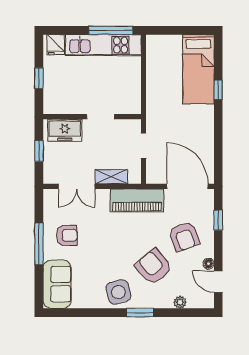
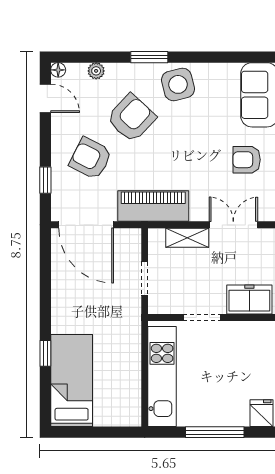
window: (111, 30) -> (215, 432), moved
kitchen unit: (103, 45) -> (162, 376), moved, turned 90
armchair: (184, 236) -> (91, 158), turned -43
floor lamp: (209, 264) -> (58, 70), moved
armchair: (153, 267) -> (131, 118), turned -97

